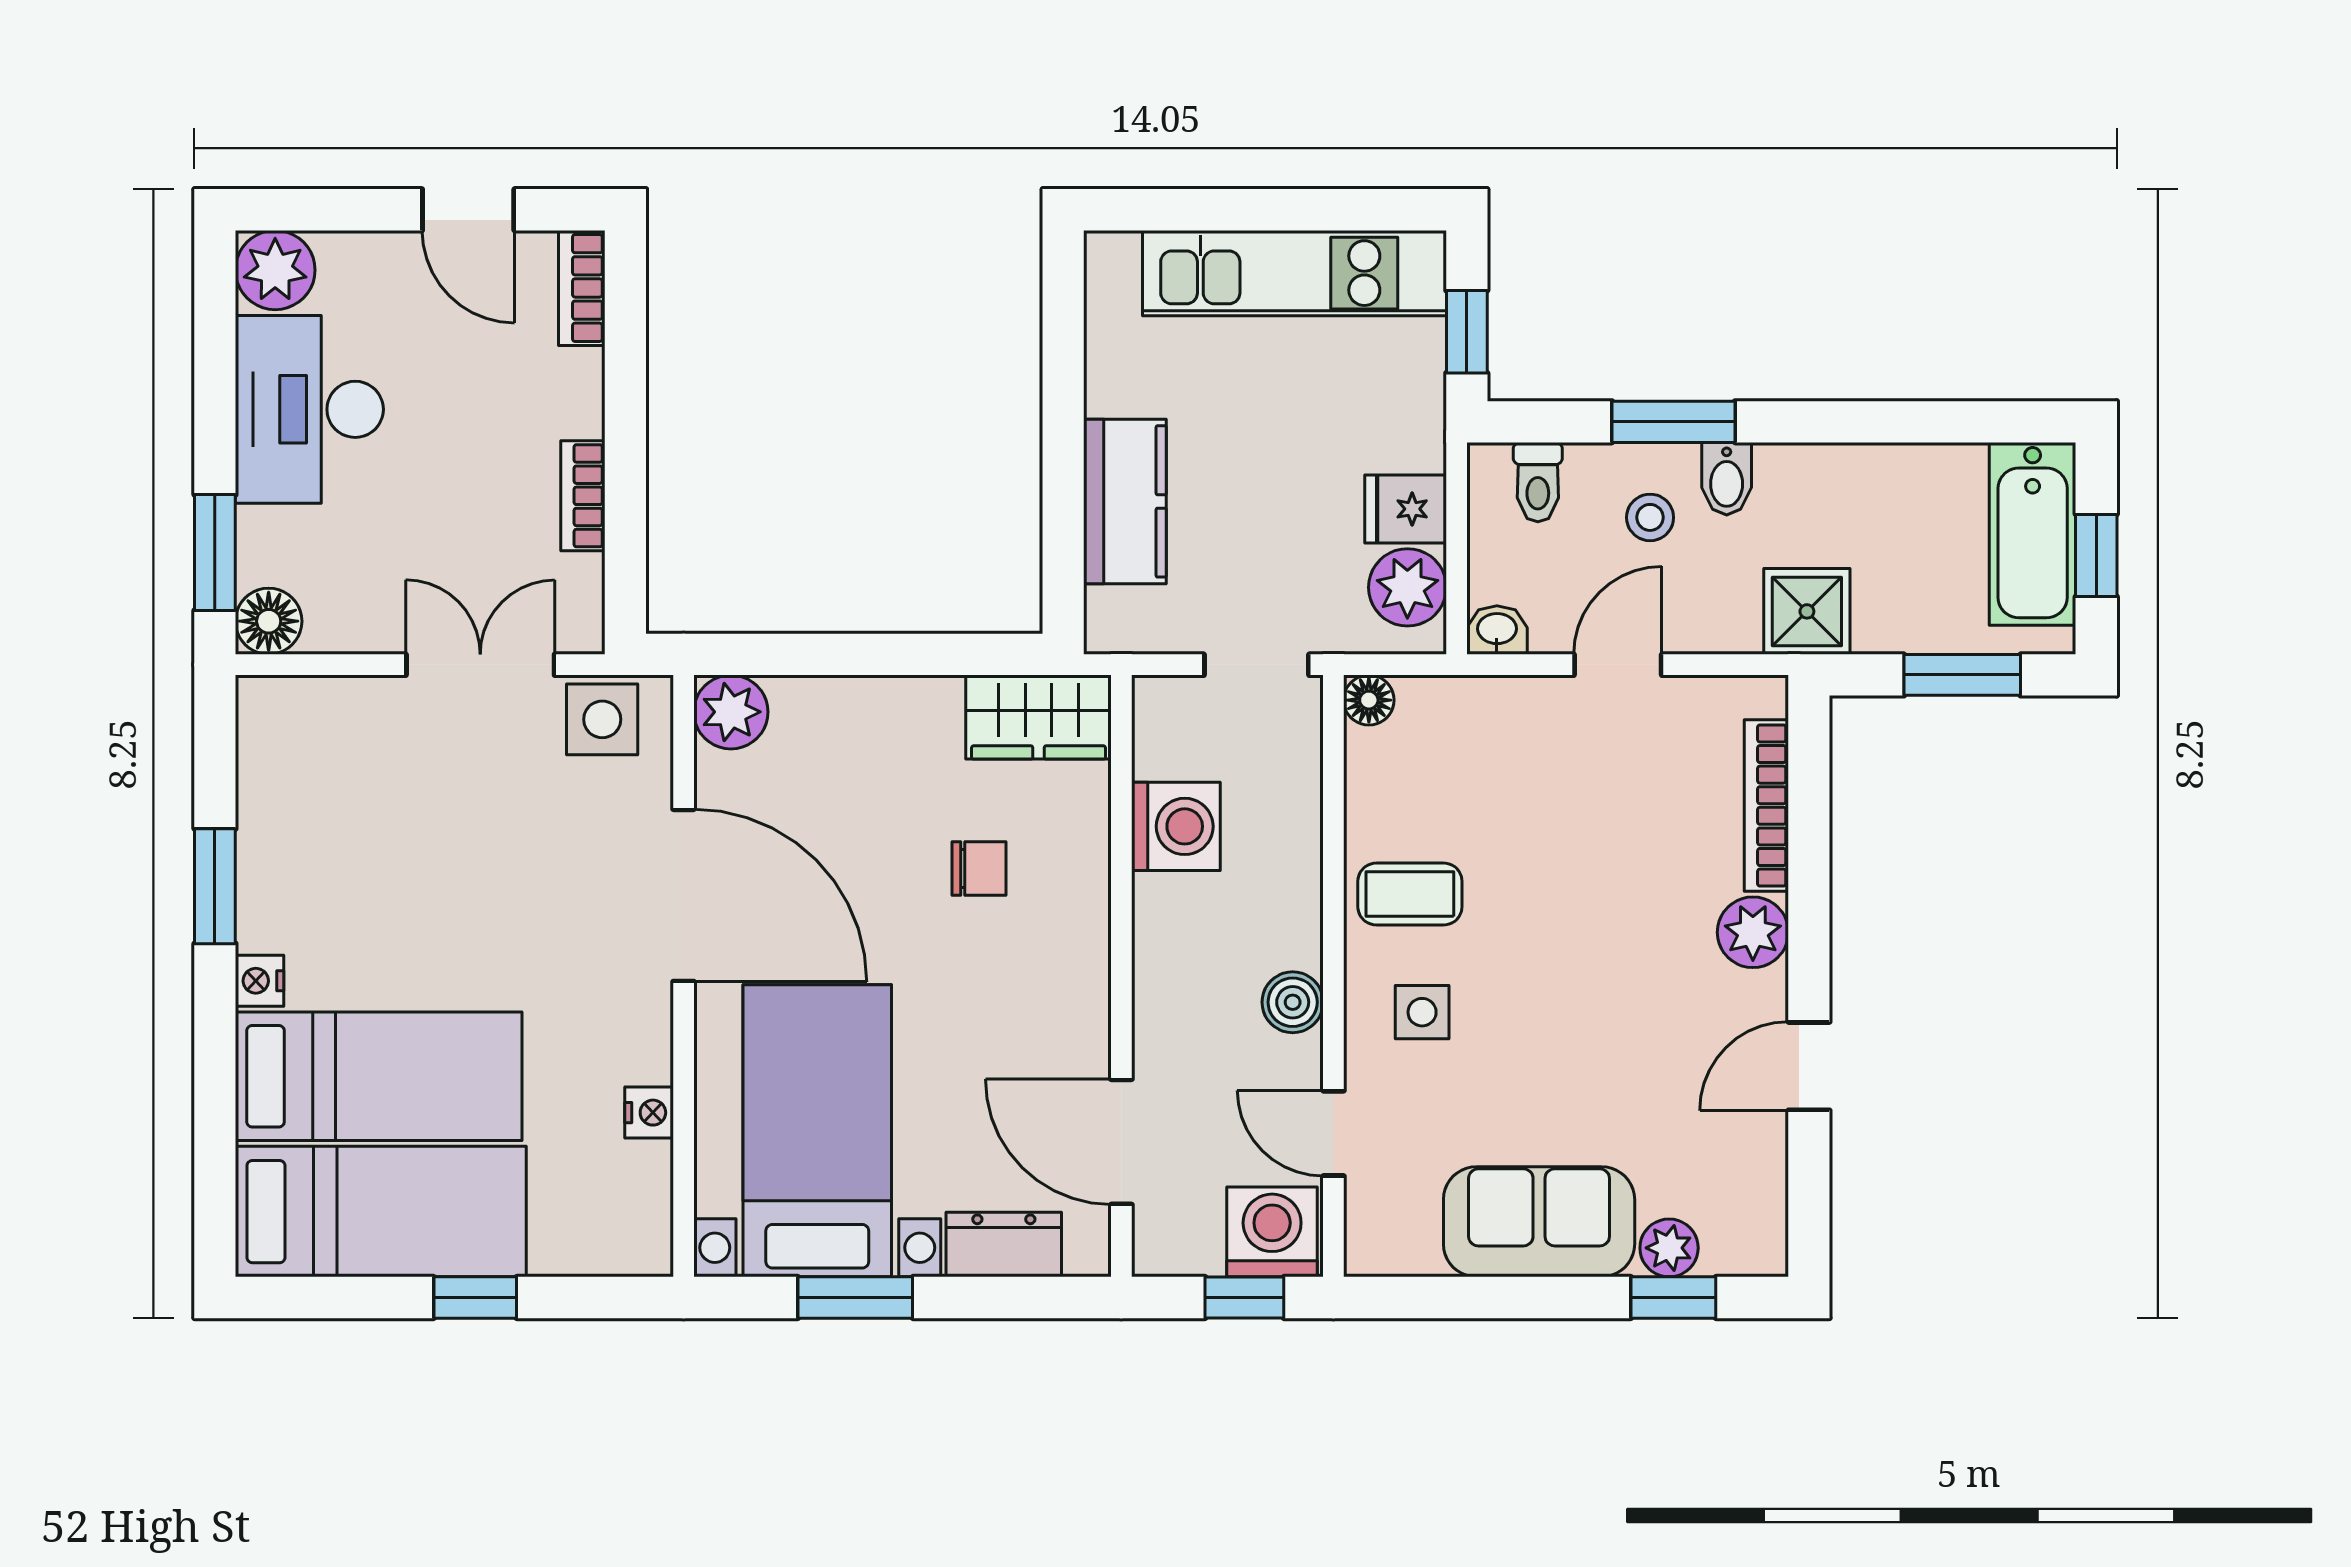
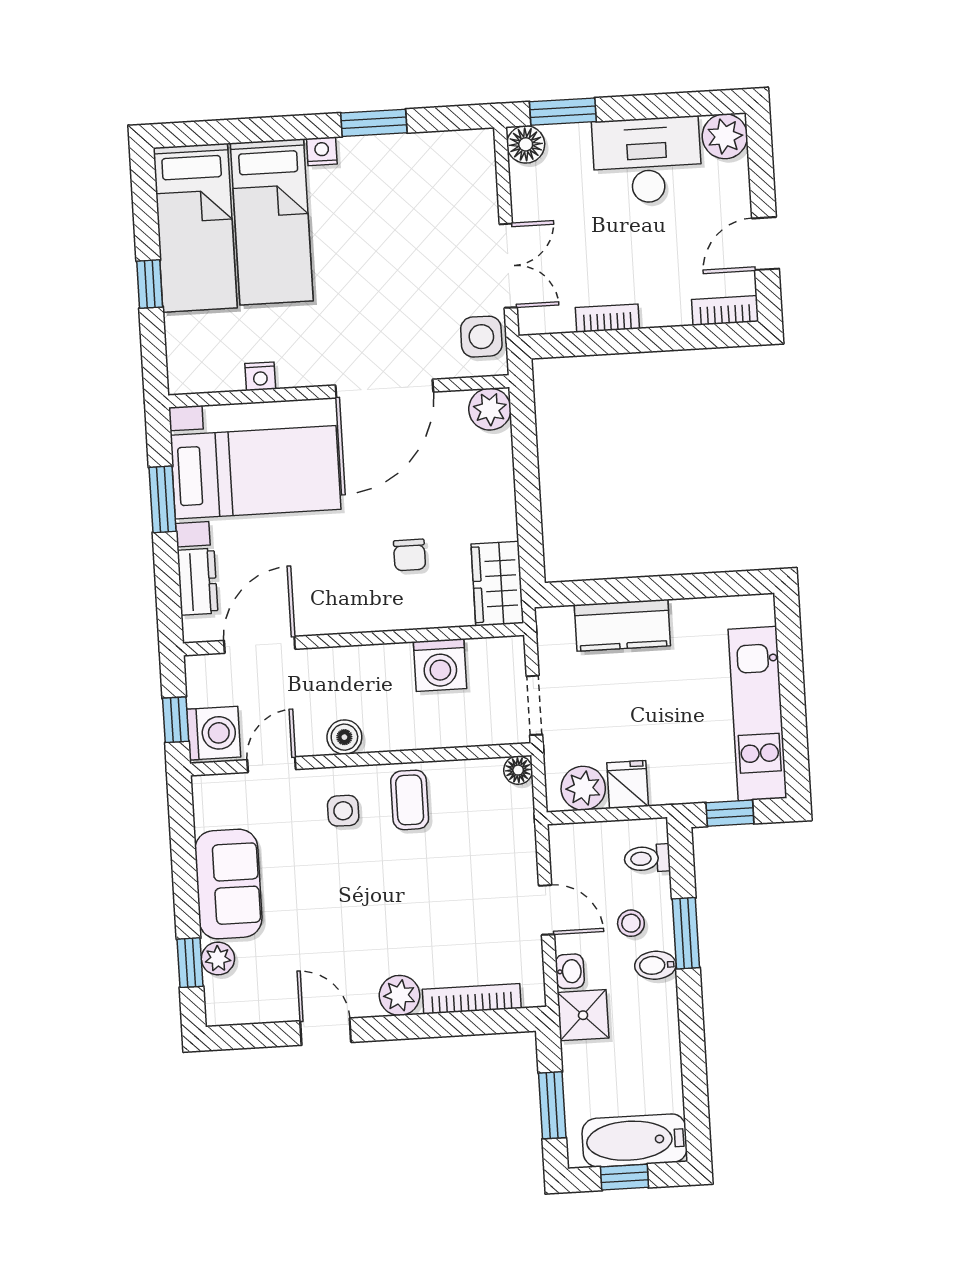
washbasin: (1497, 630) -> (570, 971), moved

